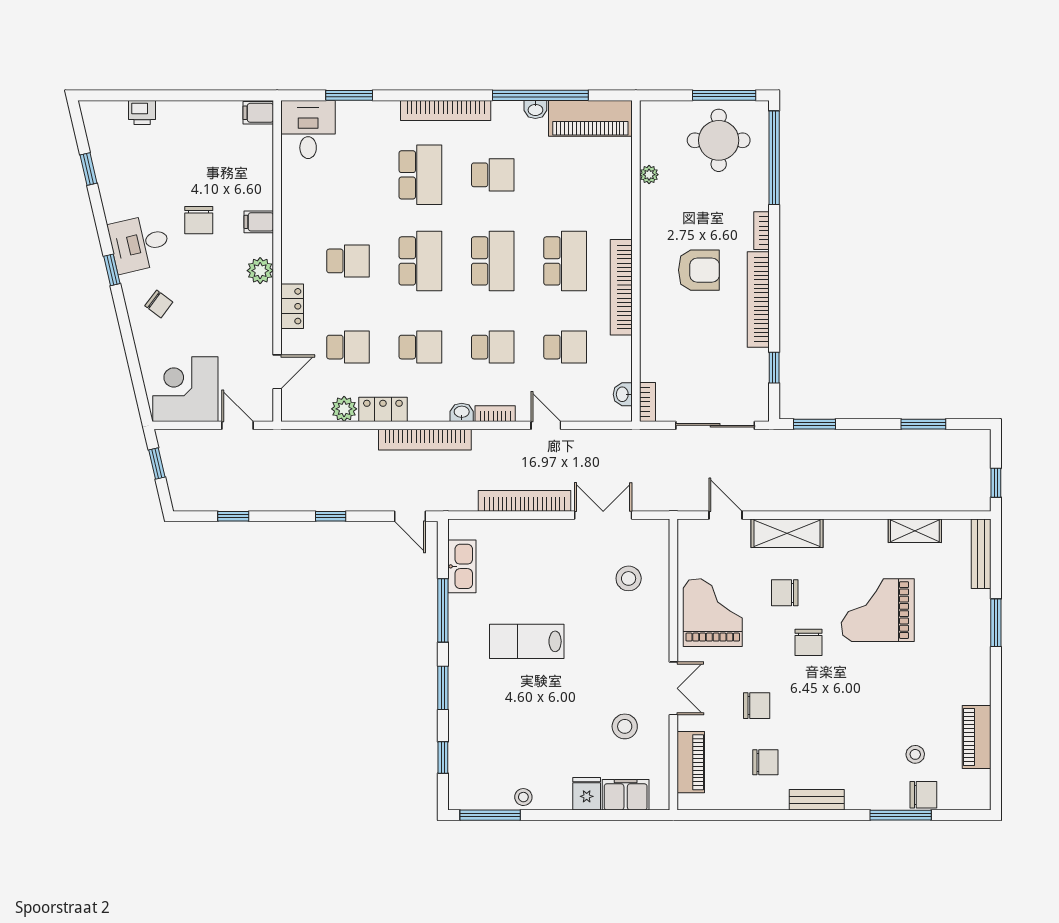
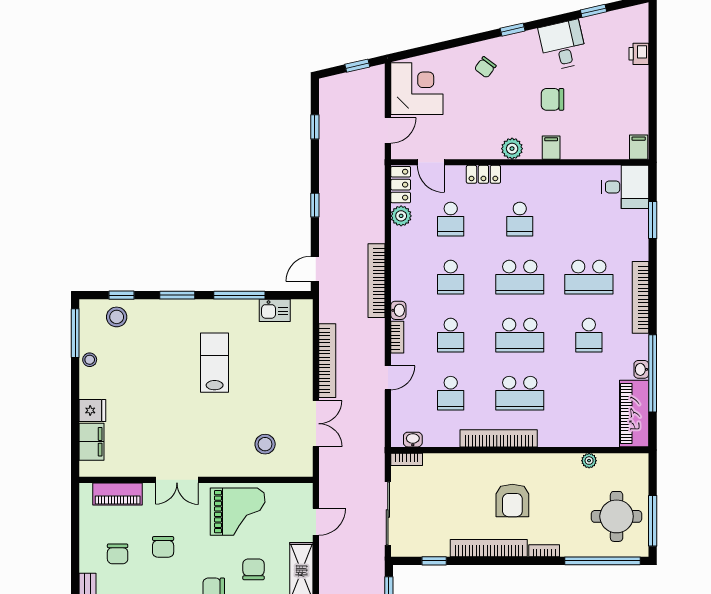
desk: (140, 244) -> (563, 45), moved
locker: (383, 409) -> (401, 185), moved
kitchen sink: (462, 566) -> (275, 310), width x0.73
stool: (625, 726) -> (117, 317), moved

